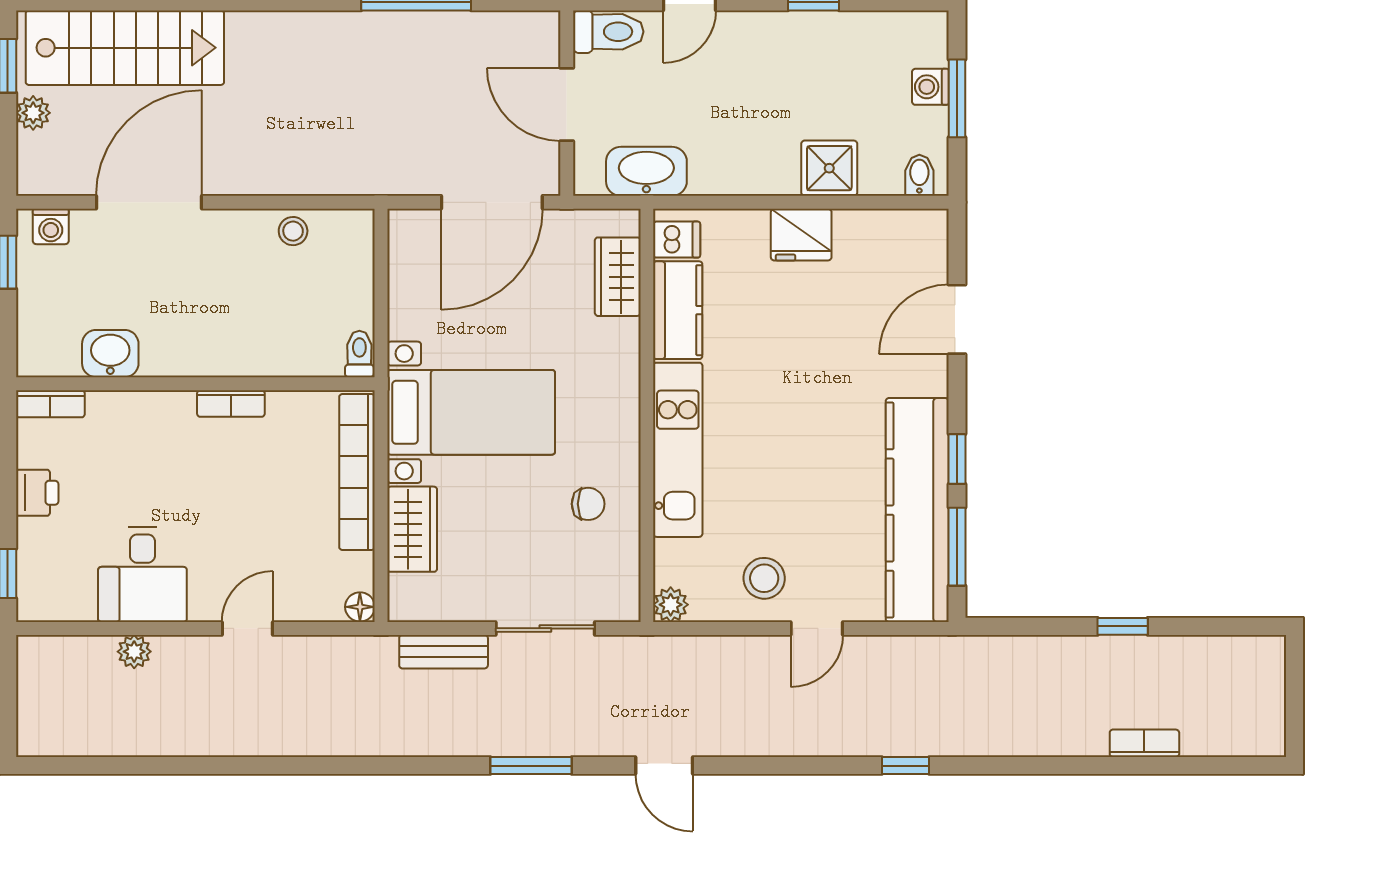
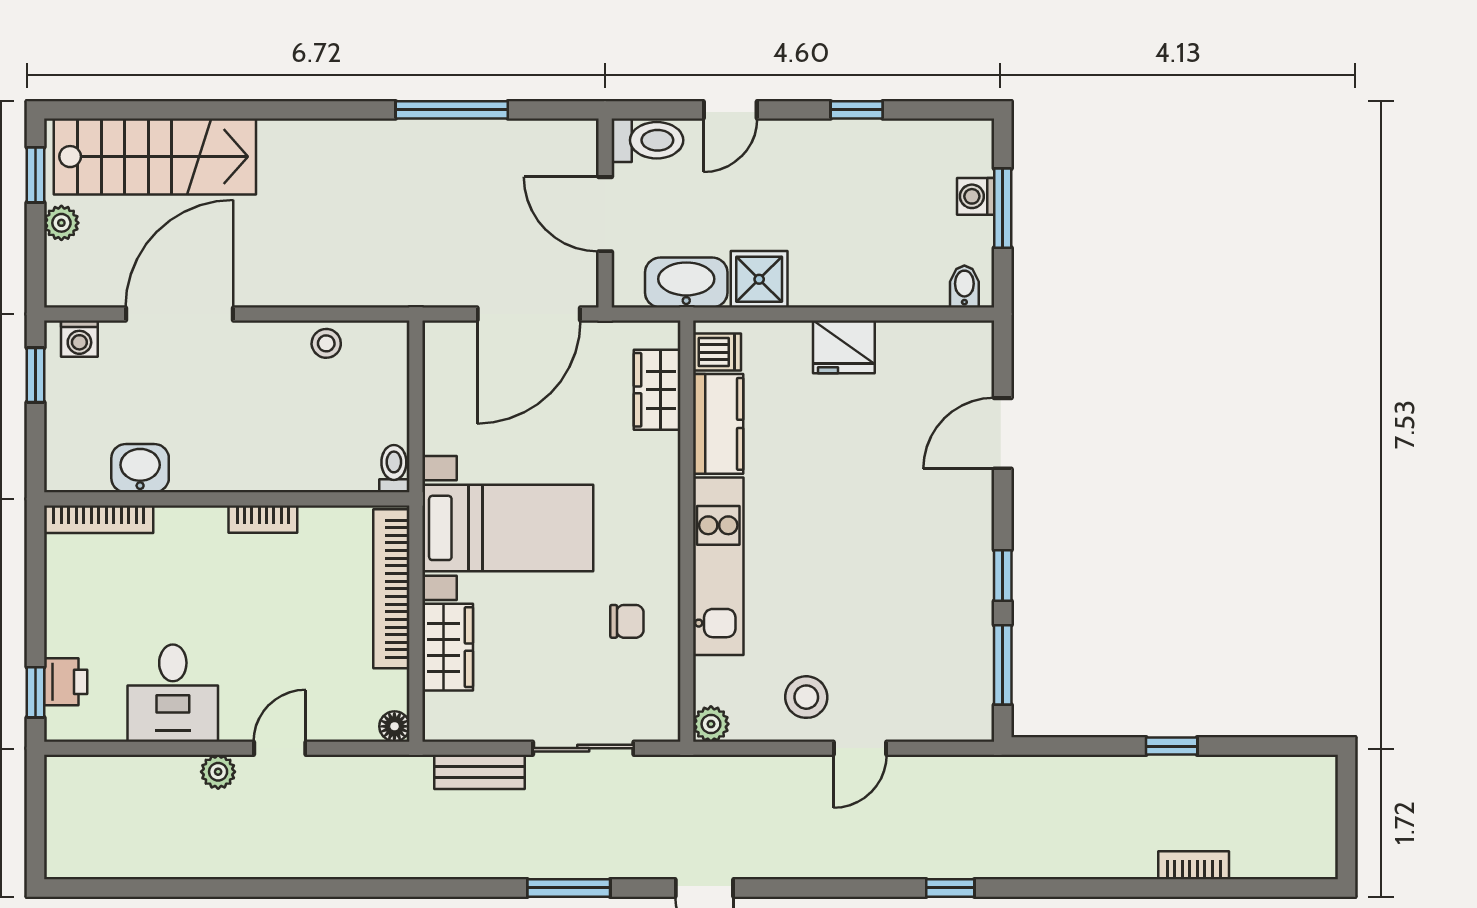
shower: (829, 168) -> (759, 279), moved
bookcase: (50, 404) -> (99, 519), width x1.56
printer: (37, 493) -> (66, 682), moved
kitchen counter: (917, 510) -> (962, 628), removed
plant: (134, 652) -> (218, 772), moved

